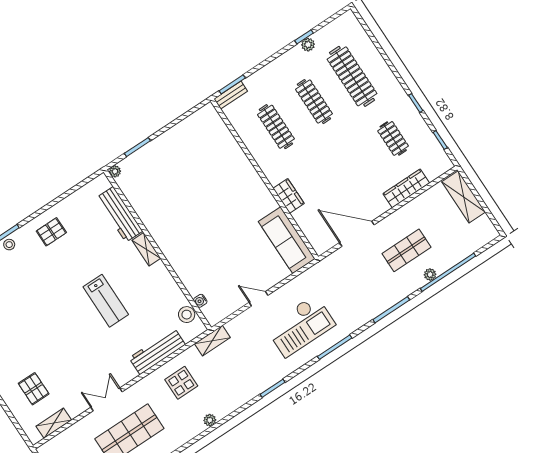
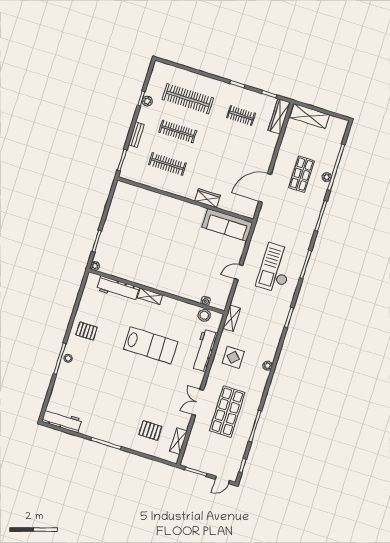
bench: (231, 95) -> (136, 135), moved
wardrobe: (406, 188) -> (279, 116), moved
pallet: (51, 232) -> (87, 331), turned 90
lab bench: (106, 301) -> (151, 345), width x1.36, depth x1.39
checkout: (300, 326) -> (276, 268), turned 180

